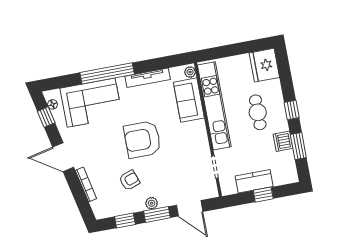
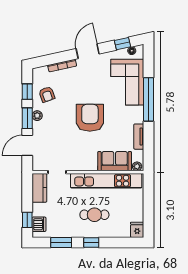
fridge: (264, 65) -> (137, 230), width x0.53, depth x0.75
tv unit: (148, 78) -> (139, 137), width x0.71
dishwasher: (283, 141) -> (39, 224), moved, turned 90
armchair: (129, 180) -> (47, 94), moved
kitchen counter: (254, 181) -> (39, 188), moved
window: (263, 195) -> (27, 220), moved

